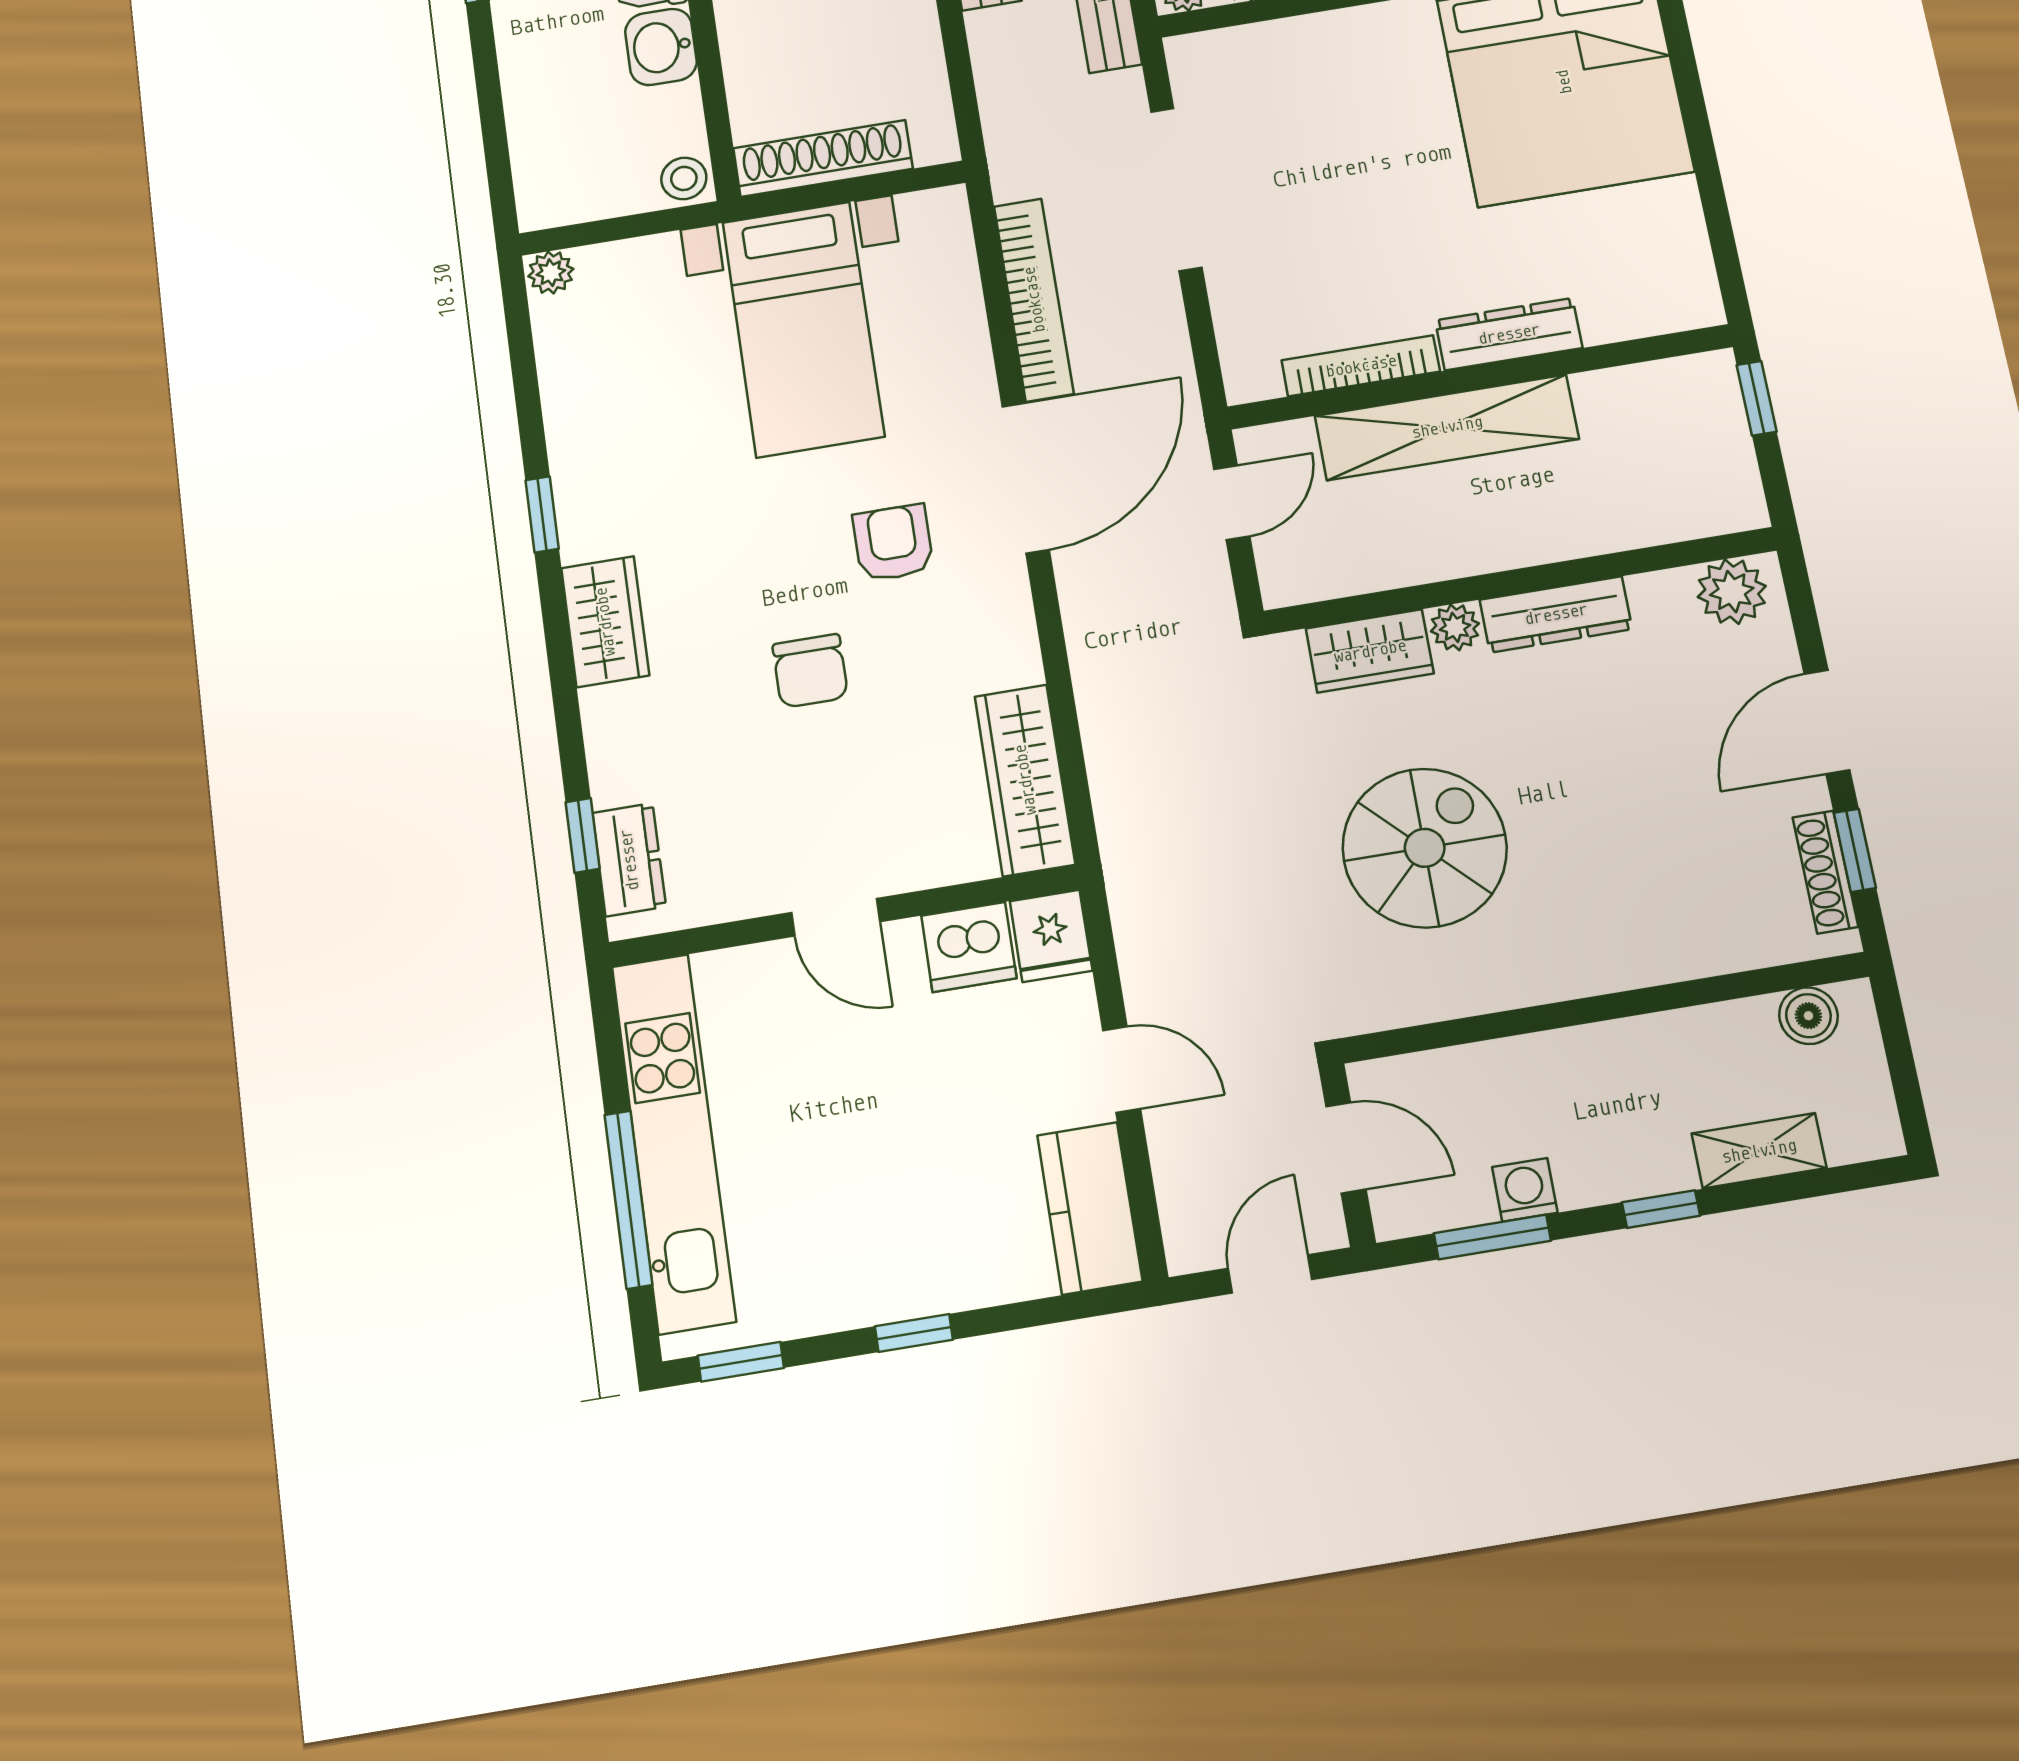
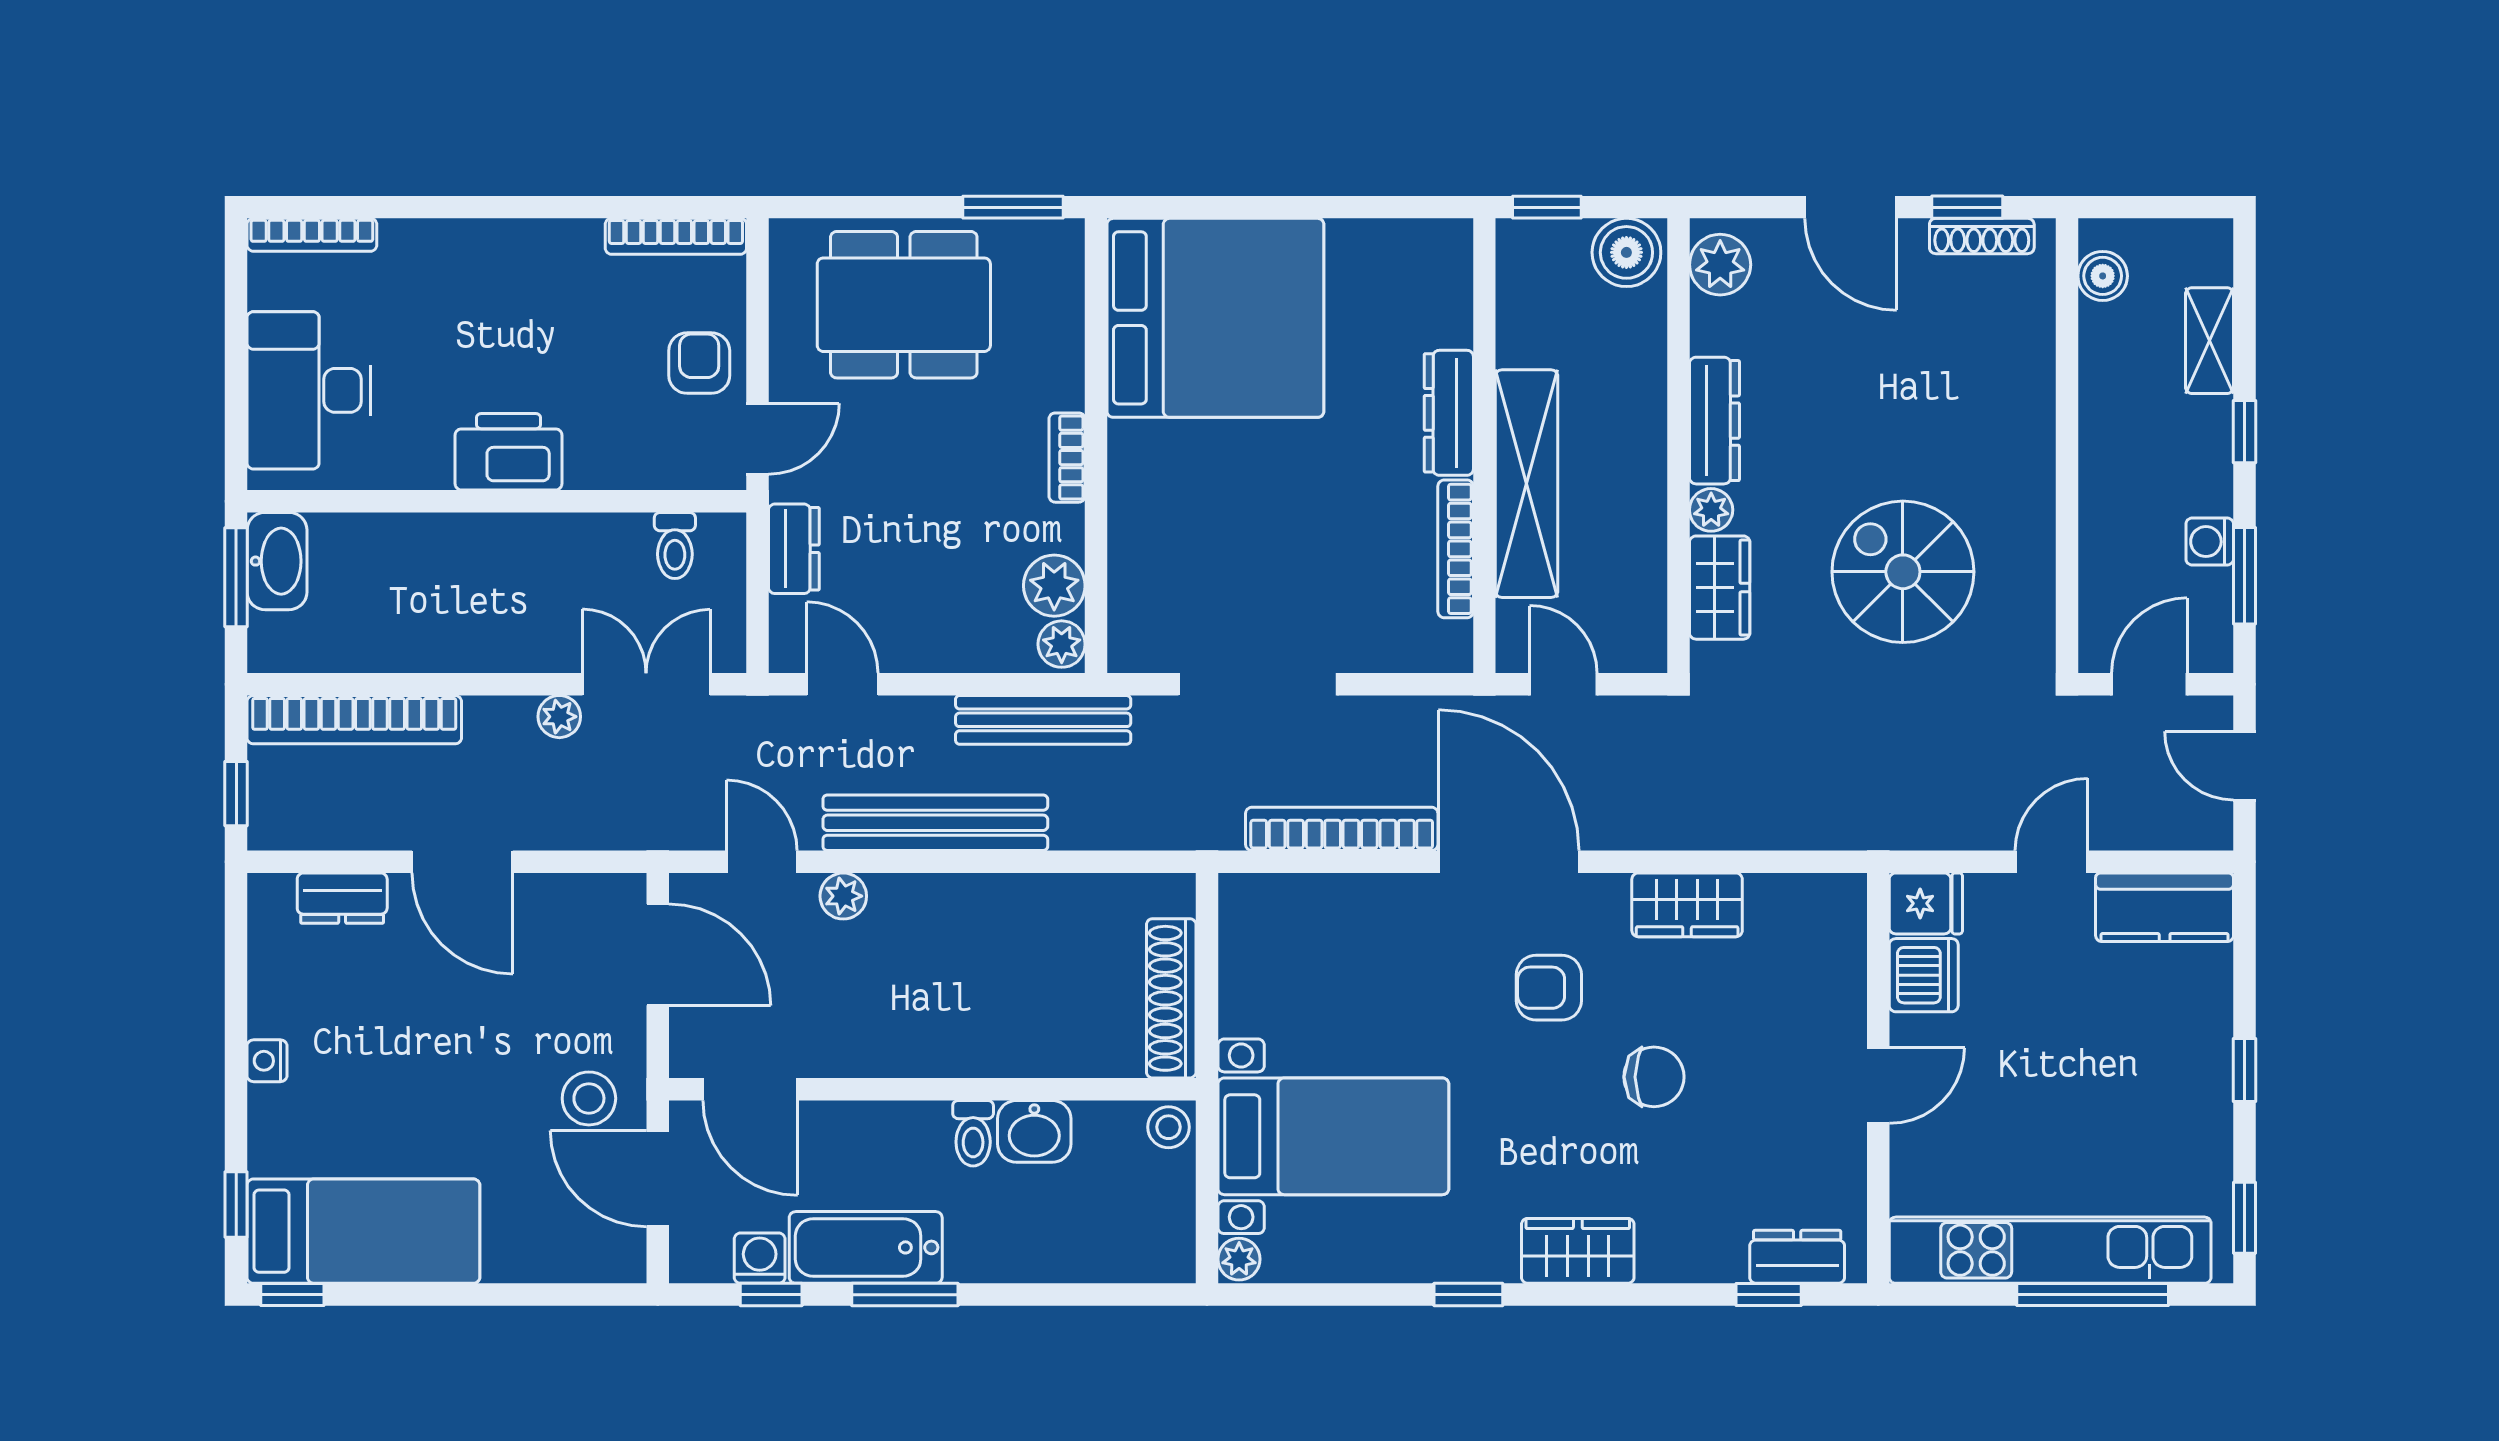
bed with nightstands: (803, 329) -> (1333, 1136), moved
boiler: (1724, 490) -> (1626, 252), added
wardrobe: (1025, 780) -> (1687, 905), moved, width x0.67

